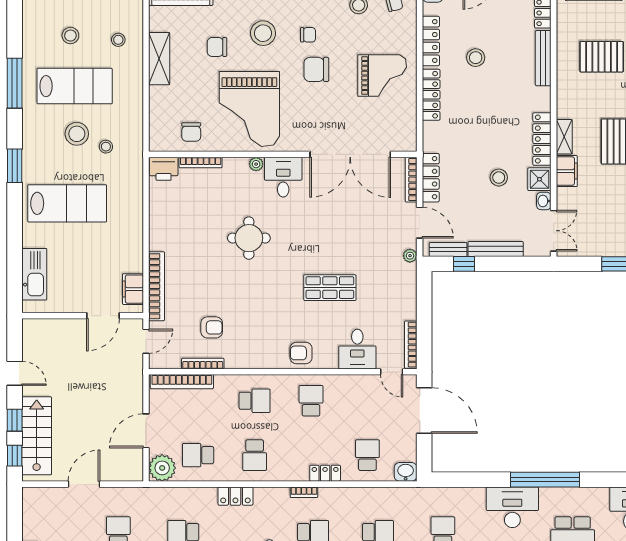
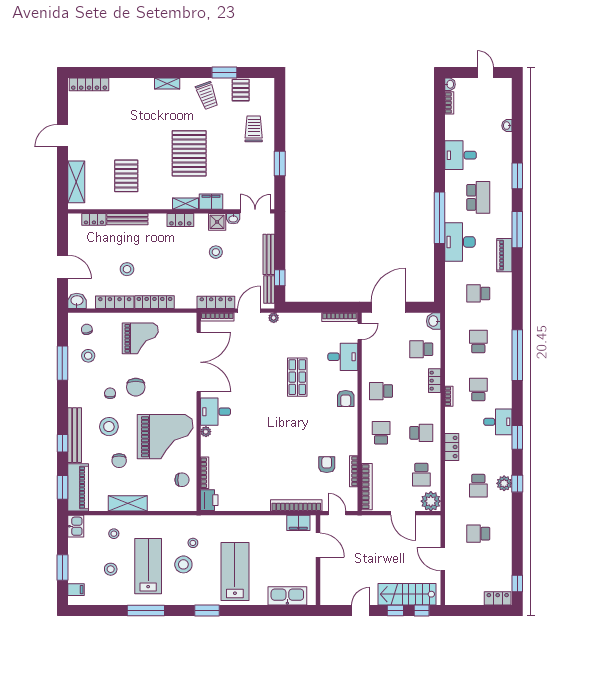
grand piano: (382, 76) -> (140, 338), turned 90
locker: (542, 139) -> (180, 220), width x0.66
round table: (249, 238) -> (261, 437), removed

